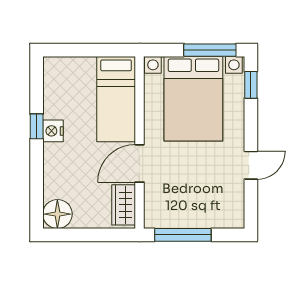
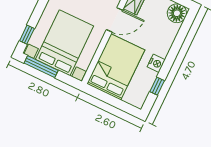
bed: (116, 99) -> (116, 67), width x1.50
window: (37, 126) -> (157, 86), moved

